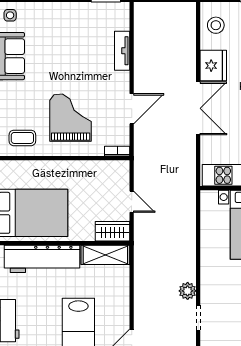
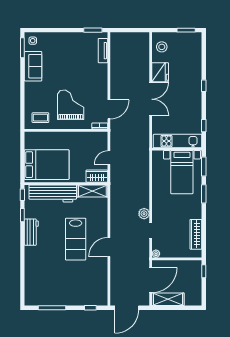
tv unit: (122, 51) -> (103, 51), moved
door: (132, 109) -> (109, 109), moved
door: (132, 202) -> (109, 158), swing flipped

